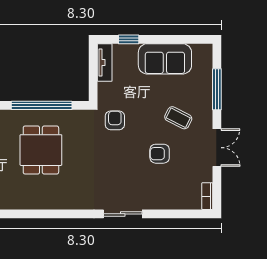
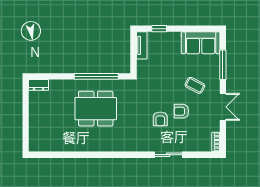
sofa: (165, 59) -> (201, 43), moved
armchair: (115, 120) -> (160, 119), moved, turned 180
dining table: (41, 150) -> (96, 109), width x1.38
sliding door: (123, 214) -> (168, 155), moved

